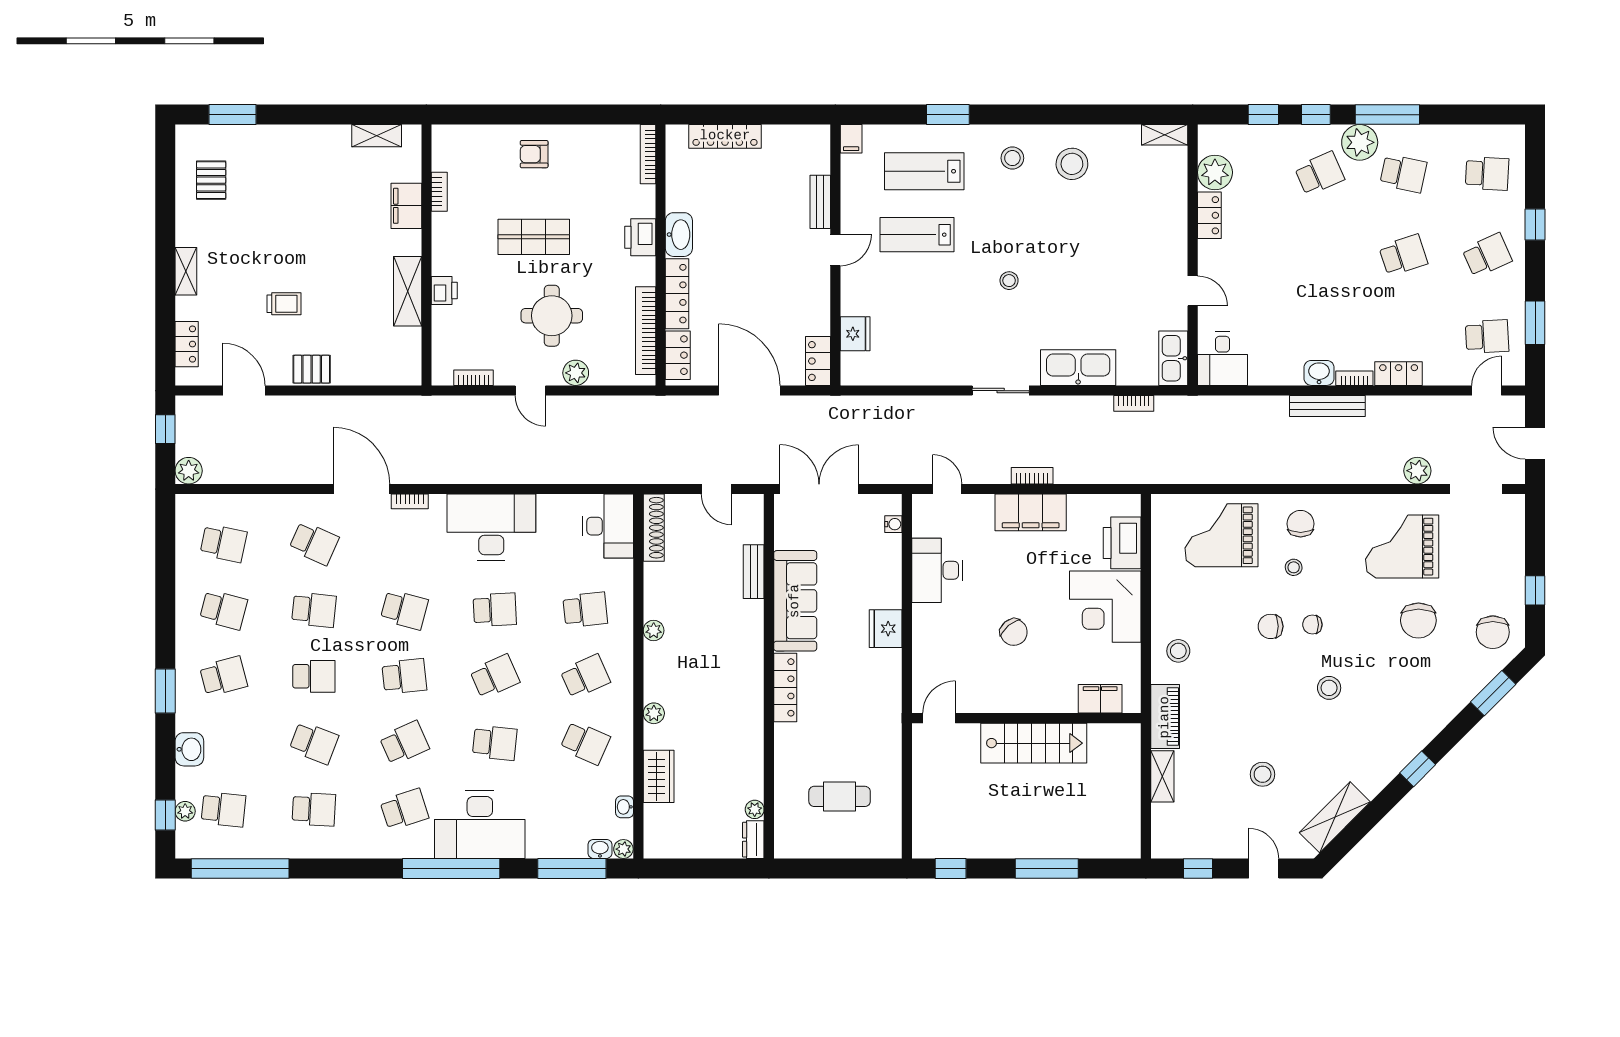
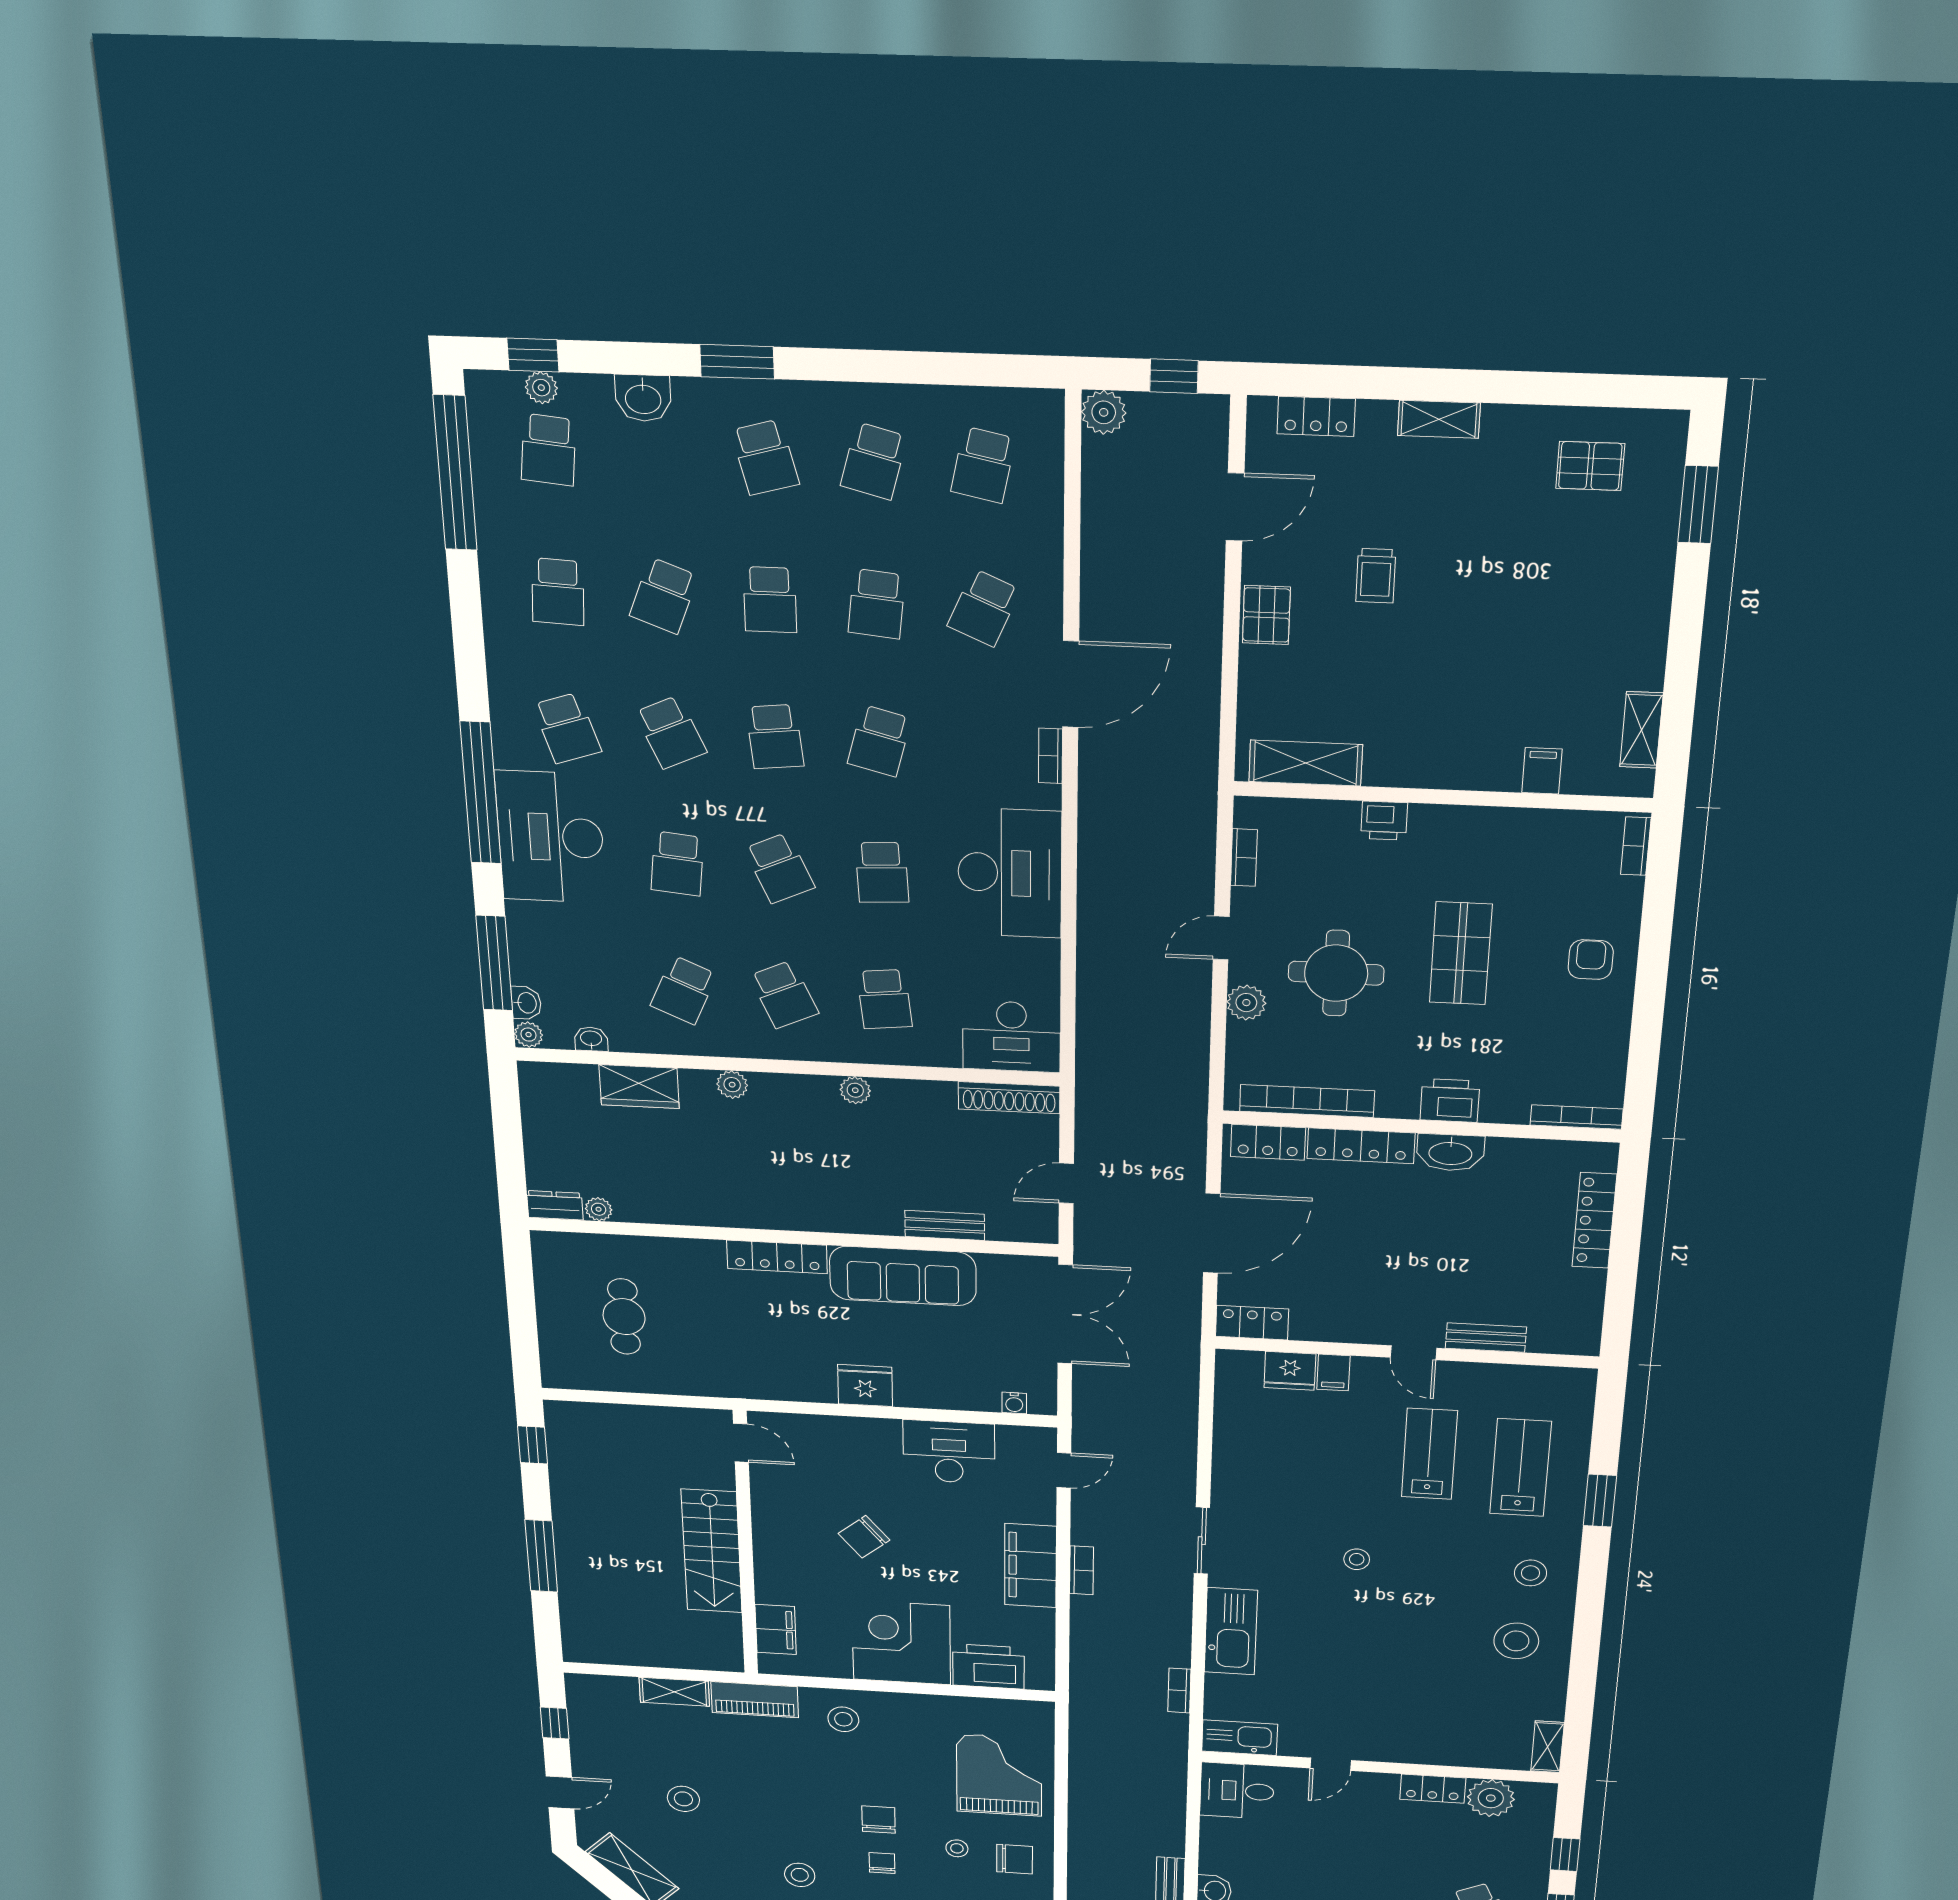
filing cabinet: (851, 139) -> (1333, 1372), moved, turned -90
bookcase: (439, 192) -> (1636, 846), moved, turned 90
filing cabinet: (406, 206) -> (1542, 771), width x0.50
shelving: (408, 291) -> (1306, 763), moved

